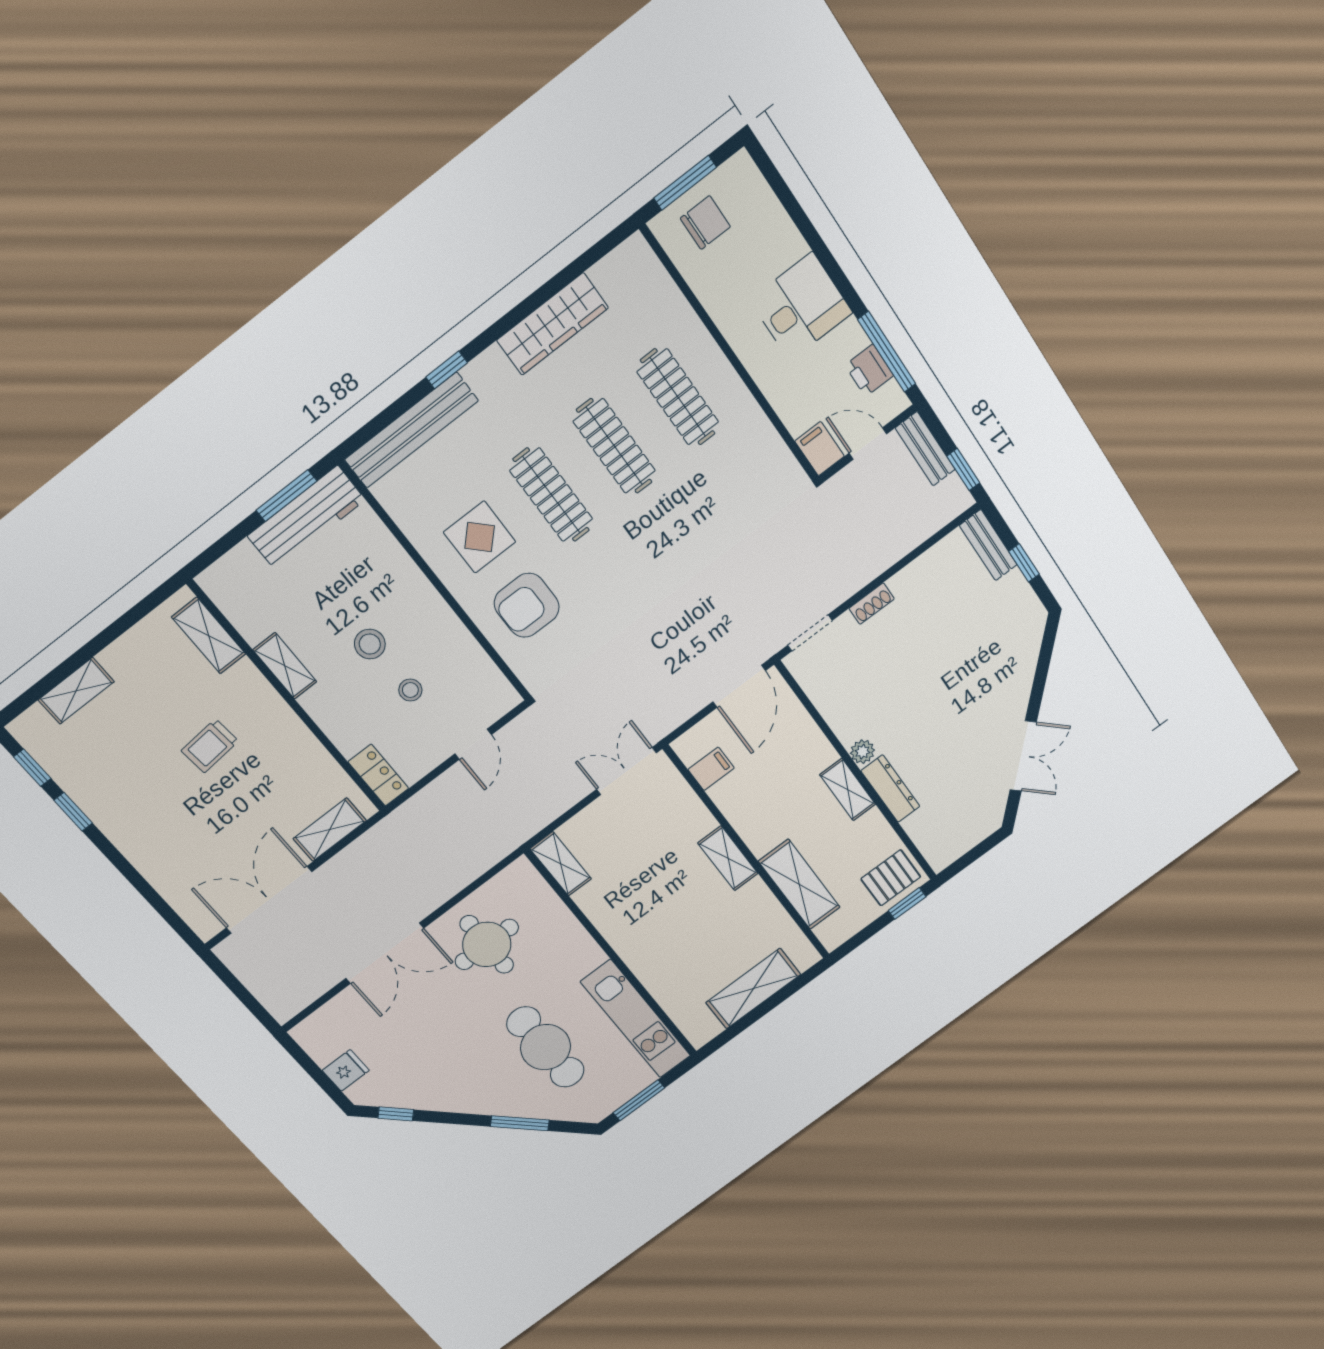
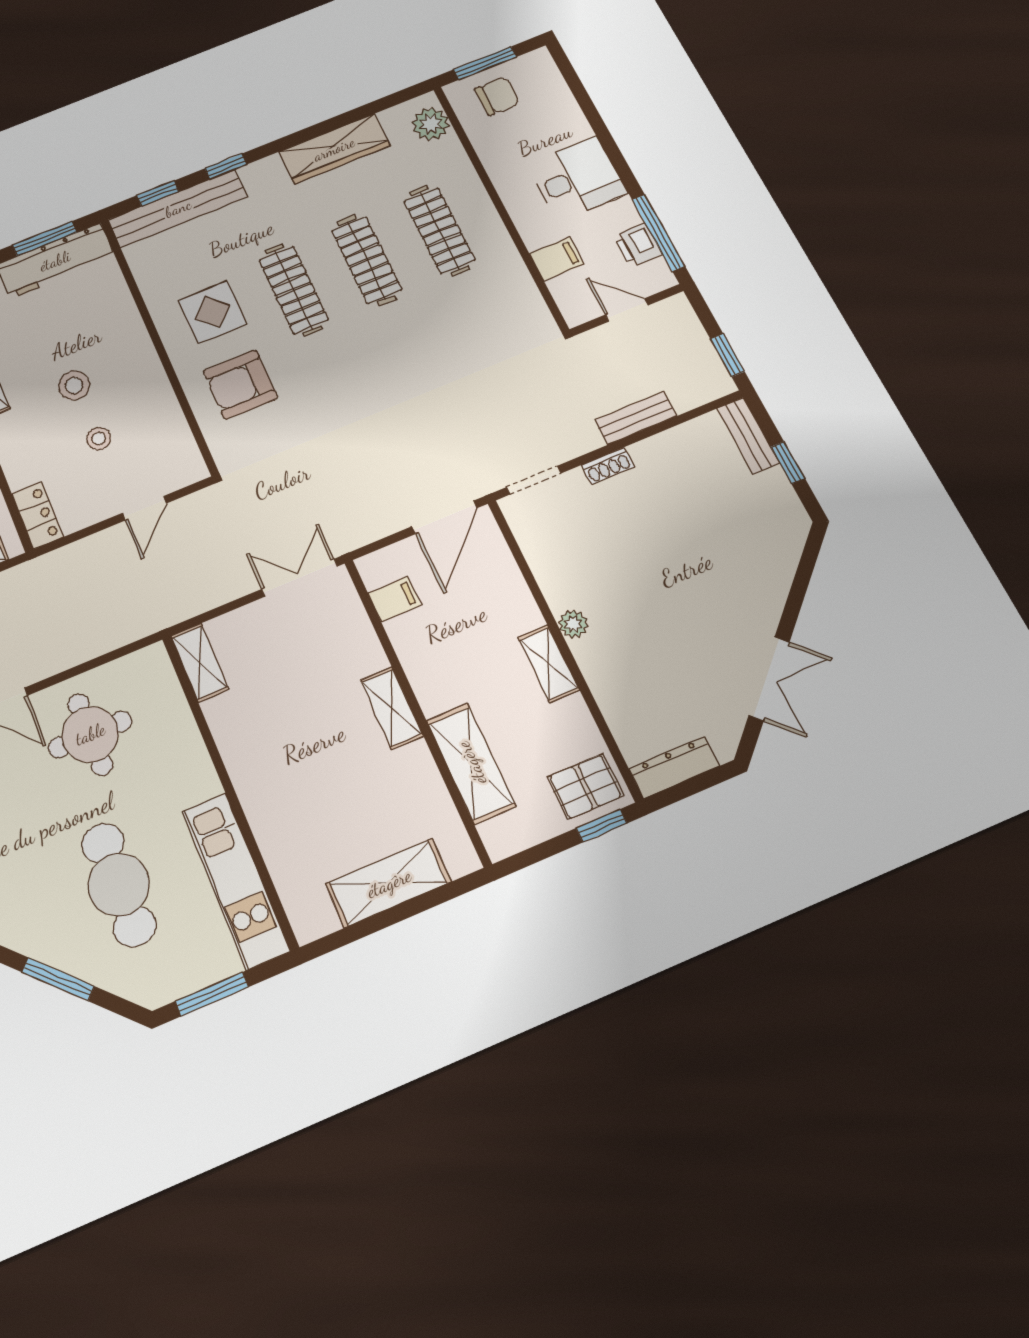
plant: (644, 272) -> (431, 124), added
window: (386, 418) -> (158, 193), added
filing cabinet: (820, 449) -> (557, 259), moved, turned 90
bench: (925, 449) -> (636, 418), moved, turned 90
dresser: (890, 789) -> (674, 767), moved, turned -90

